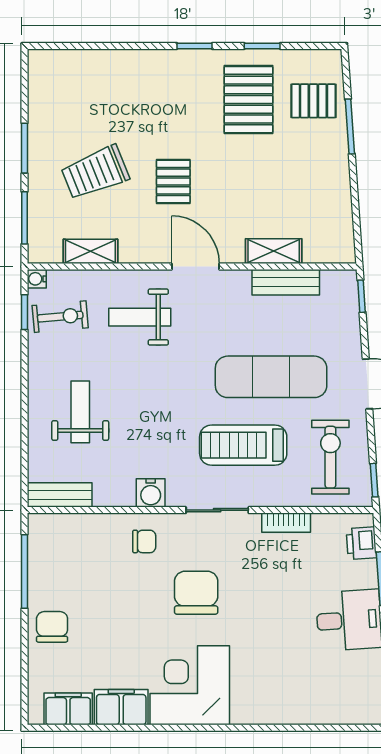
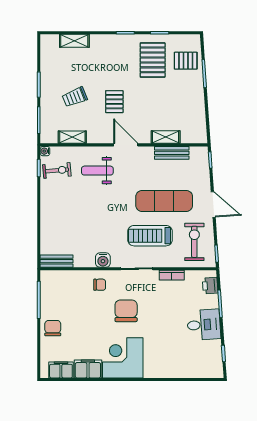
shelving: (94, 62) -> (74, 41), added
trolley: (95, 172) -> (75, 97), width x0.73, depth x0.72
weight bench: (80, 412) -> (67, 219), removed

